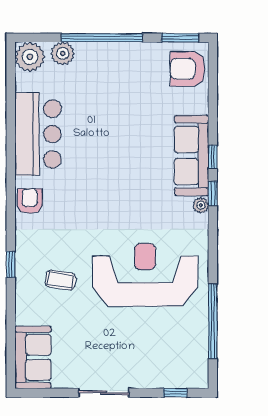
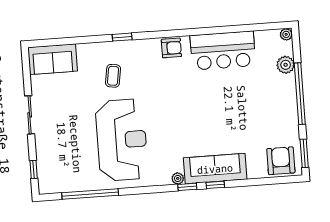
plant: (30, 57) -> (286, 34), width x0.53, depth x0.53

